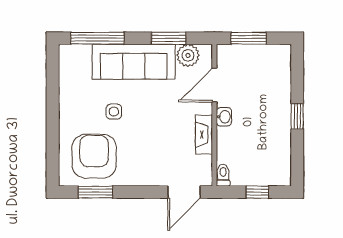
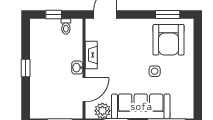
toilet: (223, 175) -> (66, 26), moved

